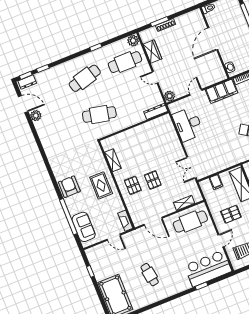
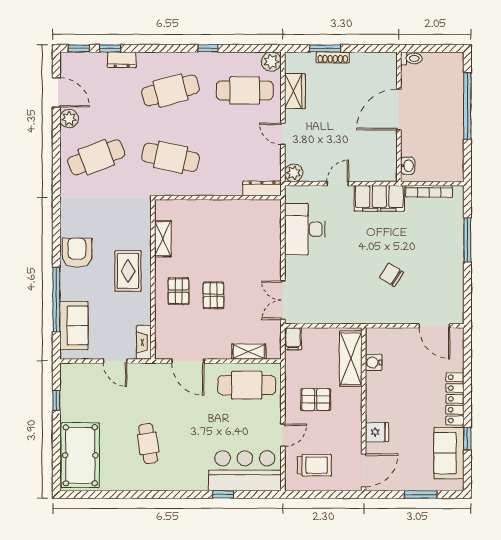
dresser: (27, 82) -> (122, 60), moved
cafe table: (59, 131) -> (96, 157), added
filing cabinet: (216, 182) -> (293, 339), moved

